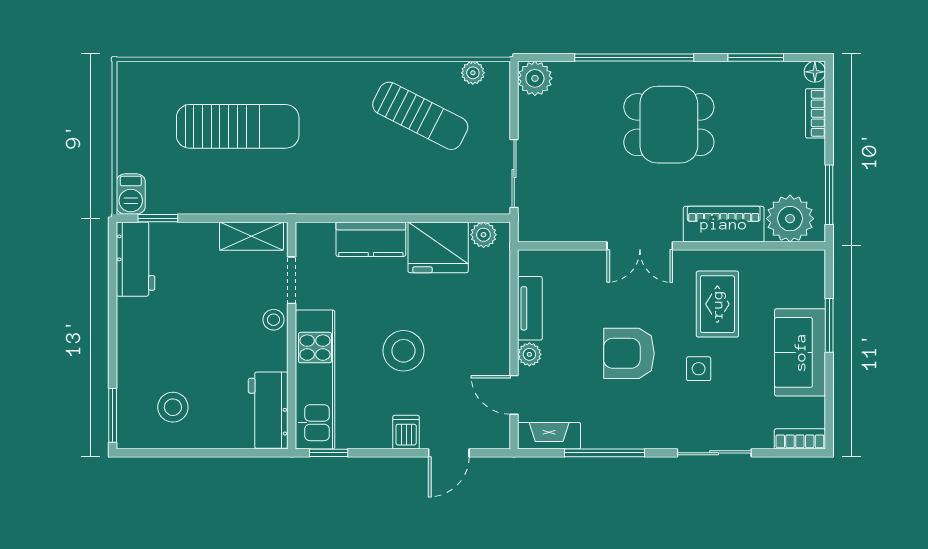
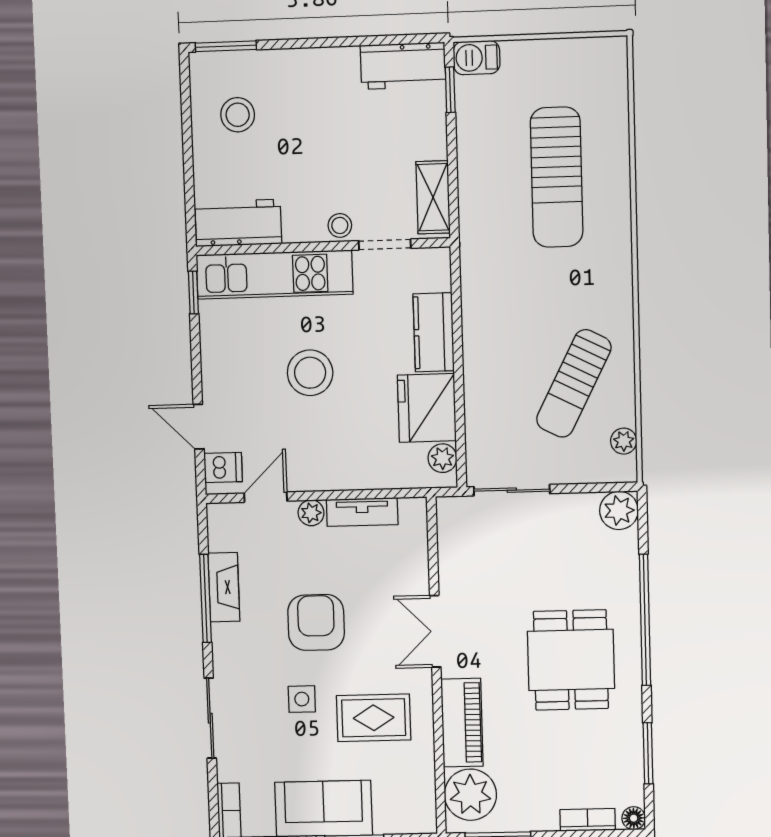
dishwasher: (406, 432) -> (223, 468), moved
fireplace: (549, 436) -> (224, 587), moved

